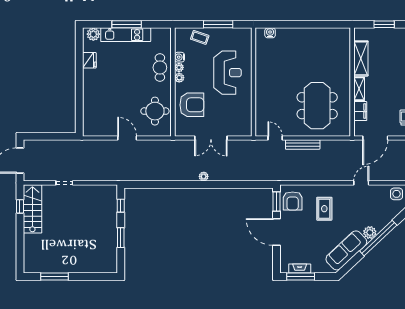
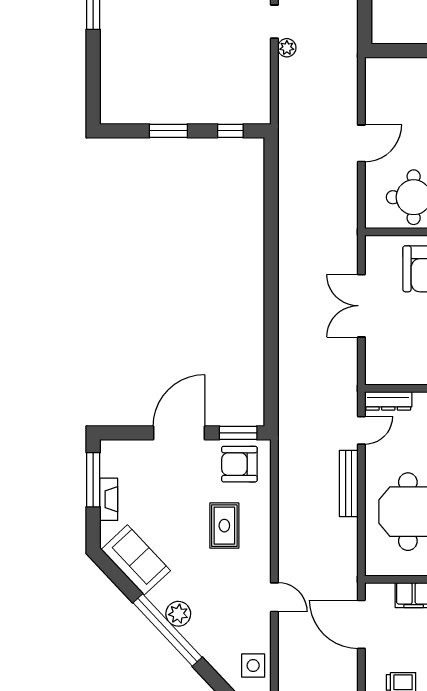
dresser: (260, 124) -> (388, 401), added
plant: (204, 176) -> (287, 48), moved
rug: (324, 209) -> (224, 526), turned 90
sofa: (346, 250) -> (136, 560), width x0.73
fireplace: (300, 268) -> (109, 499), moved

